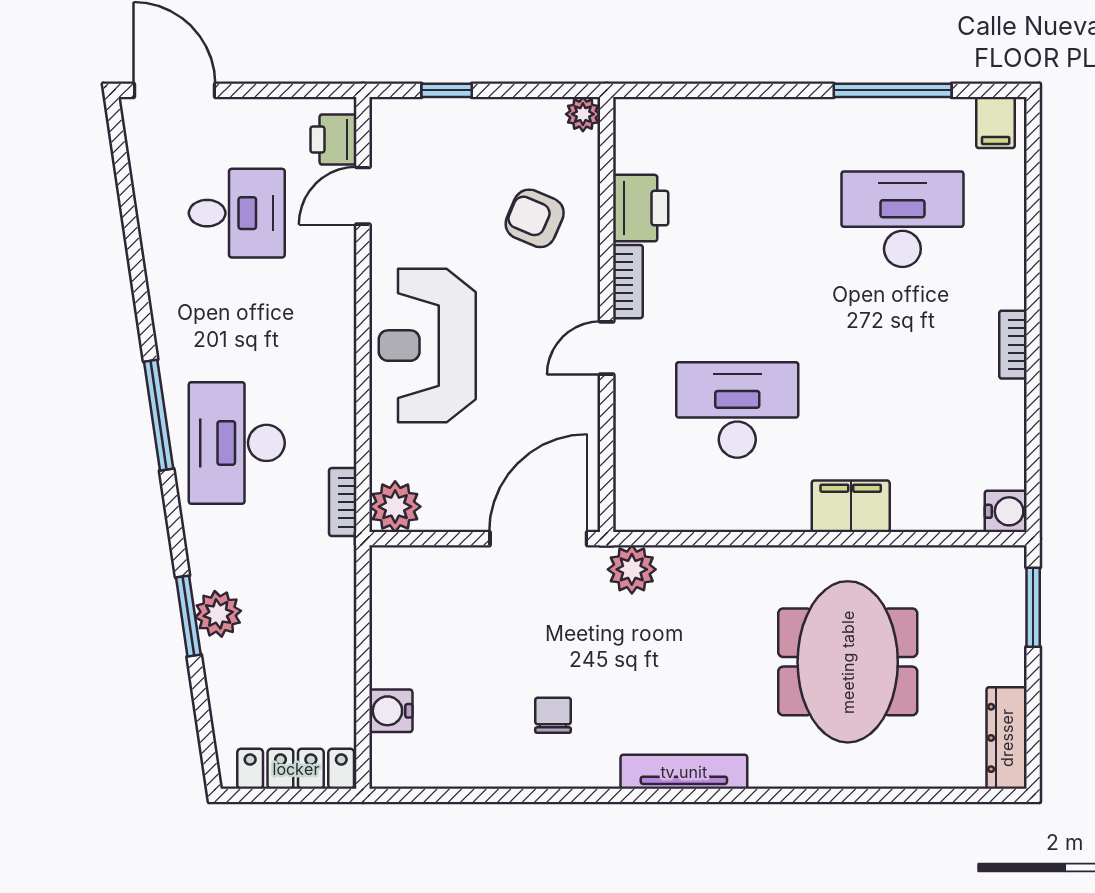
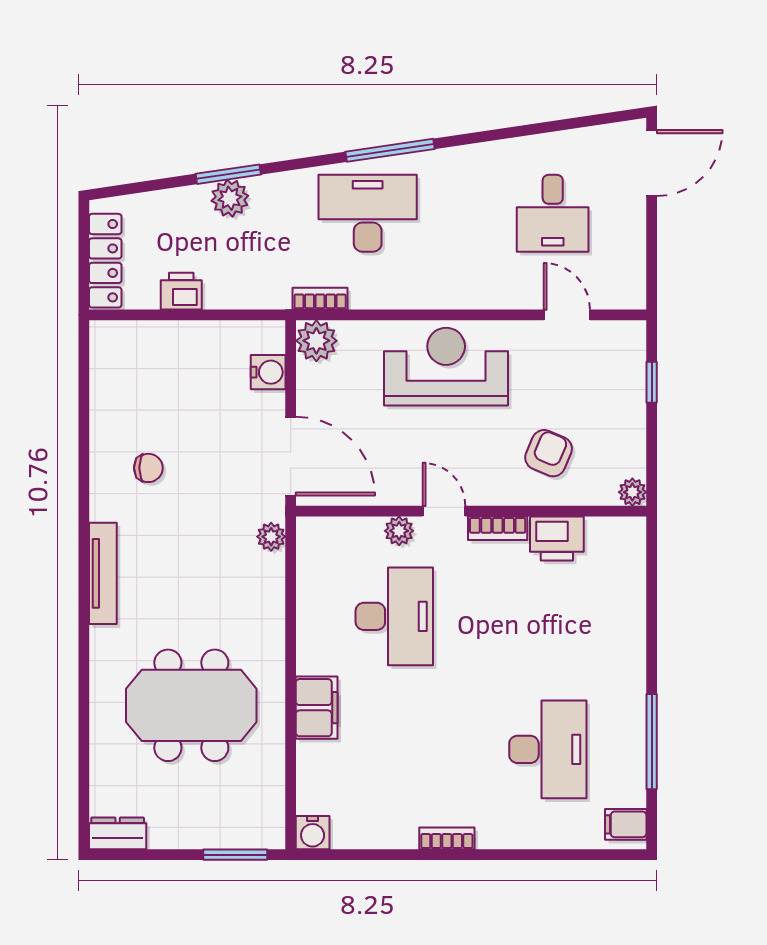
printer: (333, 140) -> (181, 291), moved
plant: (631, 404) -> (399, 531), added
plant: (632, 569) -> (271, 537), width x0.73, depth x0.73
water cooler: (391, 711) -> (268, 372), moved, turned 90
dresser: (1007, 738) -> (118, 833), width x0.70

